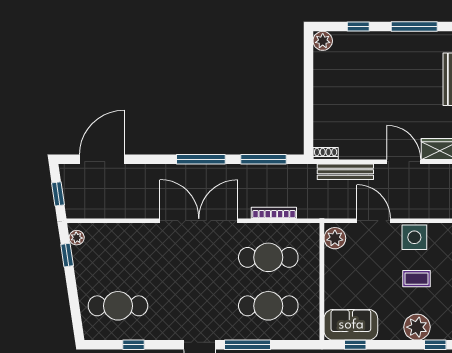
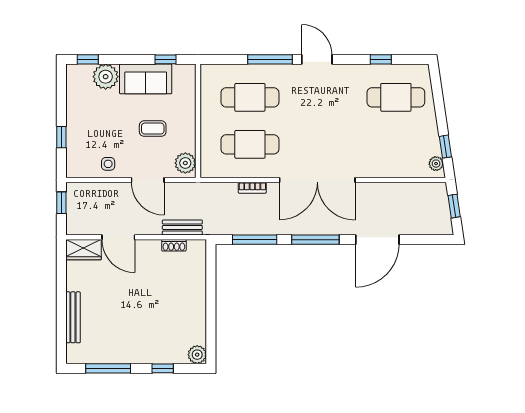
shoe rack: (326, 153) -> (174, 245), moved
door: (102, 159) -> (377, 240), moved
bench: (345, 172) -> (182, 227), width x0.73
bookcase: (274, 213) -> (252, 188), width x0.64
side table: (414, 237) -> (108, 164), width x0.54, depth x0.54
coffee table: (417, 279) -> (153, 129), moved
sofa: (351, 325) -> (146, 79), moved

